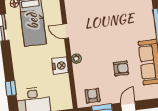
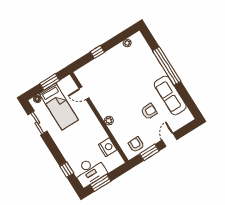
door: (66, 31) -> (84, 93), moved
nightstand: (60, 66) -> (108, 147), moved

